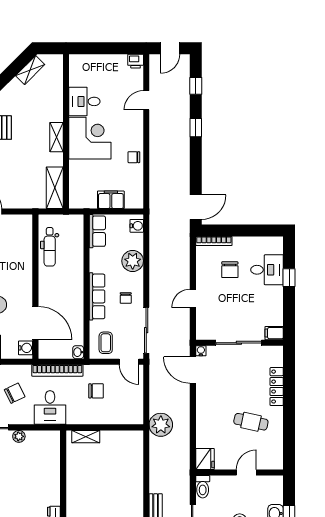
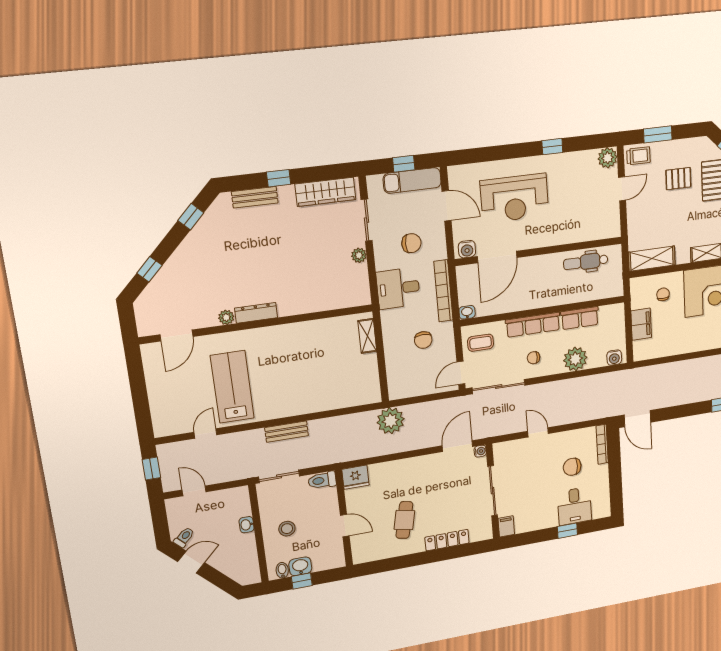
chair: (134, 157) -> (663, 294), moved
row of seats: (97, 231) -> (580, 318), moved
chair: (15, 393) -> (411, 243), turned -64

